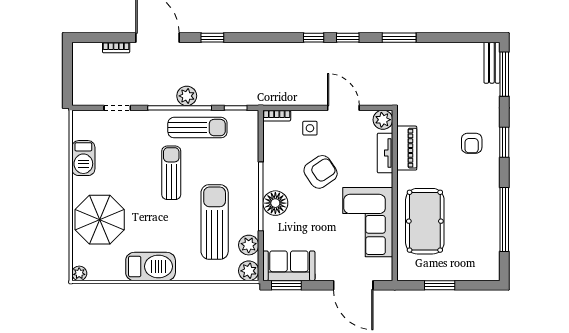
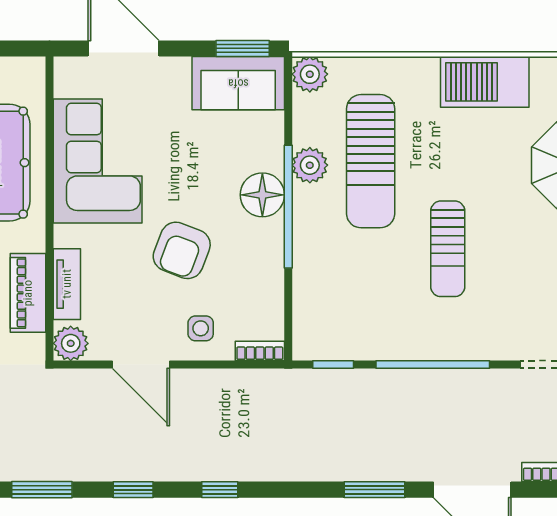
window: (212, 38) -> (375, 490), width x1.50
window: (314, 38) -> (220, 490), moved
plant: (187, 96) -> (420, 386), removed
sun lounger: (197, 128) -> (401, 329), removed
armchair: (321, 172) -> (182, 250), turned -35
plant: (249, 245) -> (310, 165), moved

